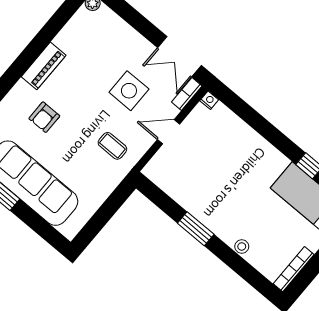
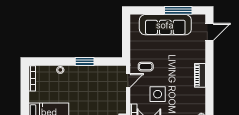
armchair: (44, 117) -> (182, 55), removed
door: (168, 132) -> (128, 81), moved

